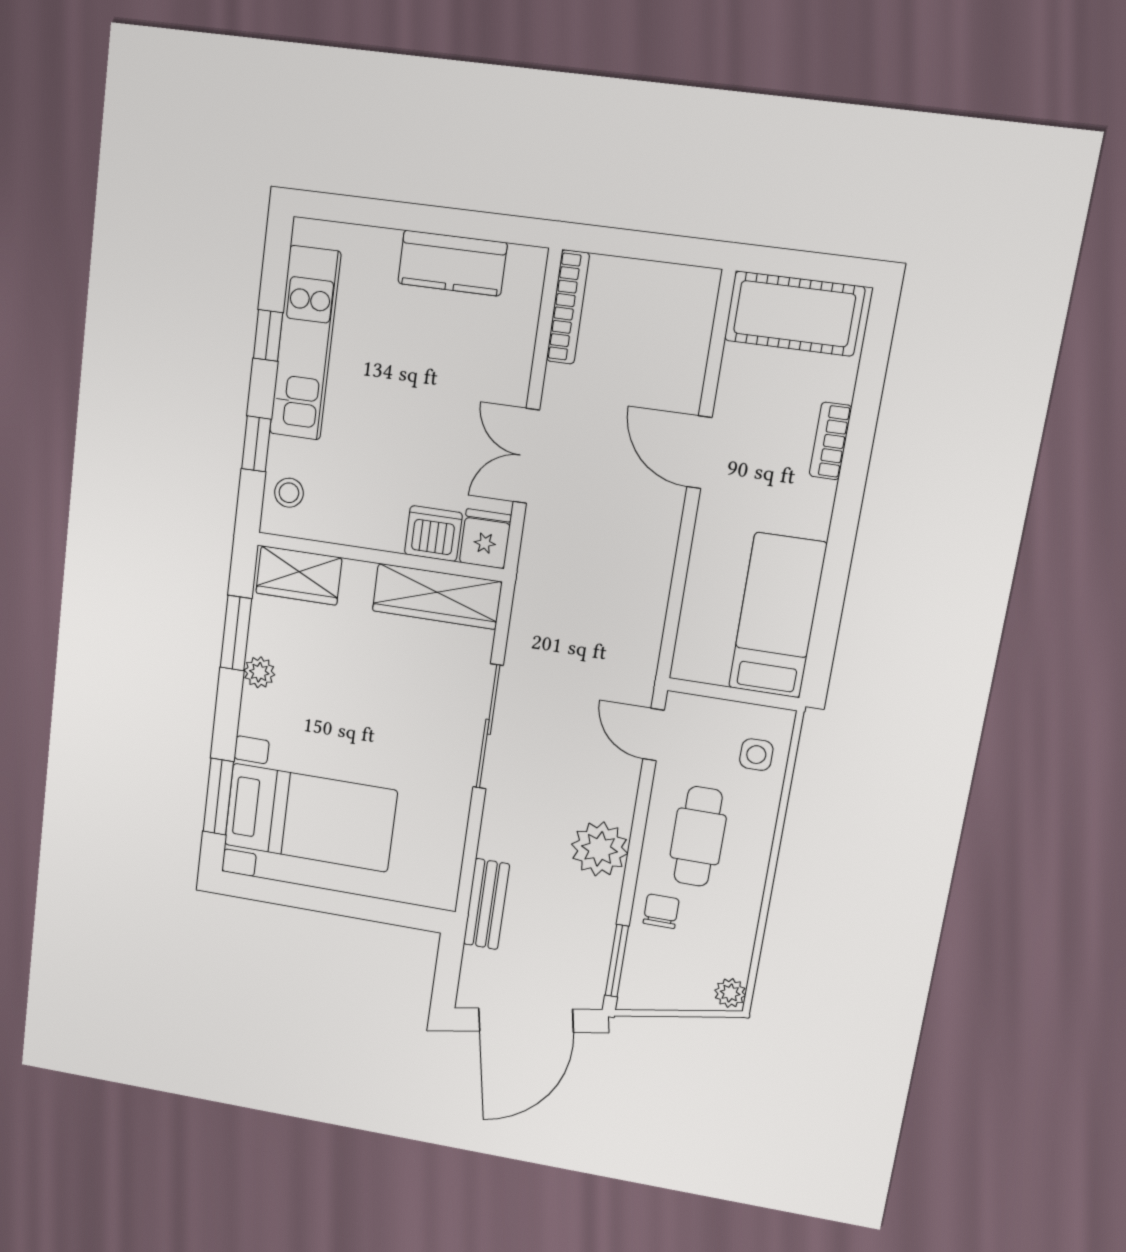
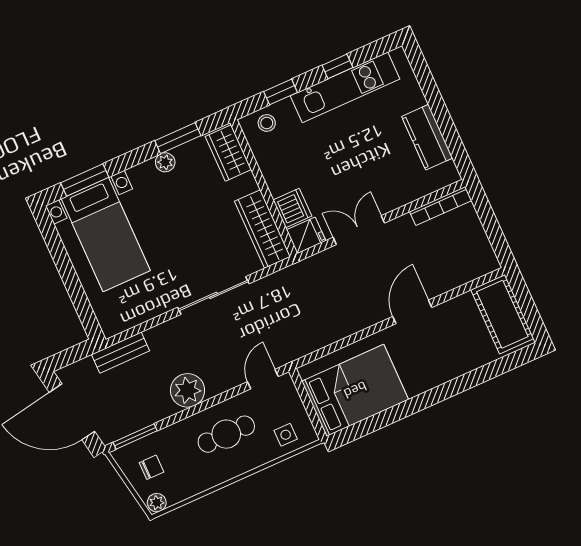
bookcase: (830, 441) -> (456, 369), removed
bed: (777, 615) -> (355, 390), width x1.50
chair: (661, 911) -> (152, 467), moved

